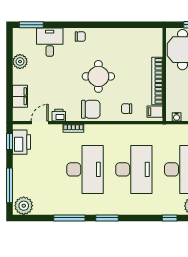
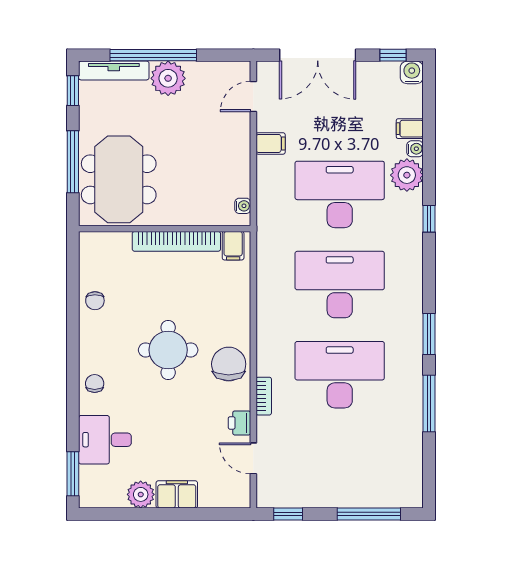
filing cabinet: (20, 96) -> (177, 494), moved
chair: (127, 109) -> (95, 301), moved
printer: (21, 142) -> (289, 492), removed
plant: (24, 206) -> (406, 488), removed

